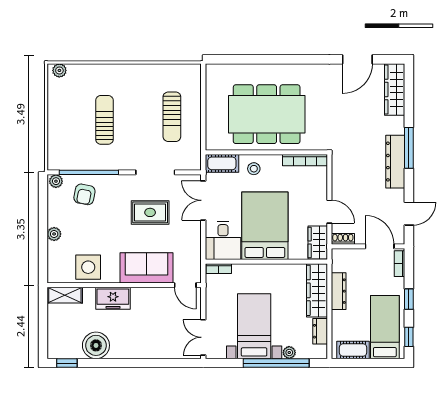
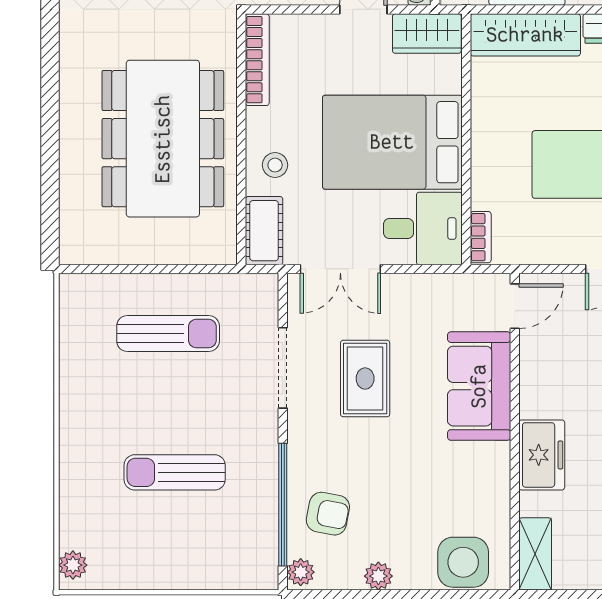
plant: (54, 234) -> (378, 576), moved
side table: (88, 267) -> (463, 562), moved

